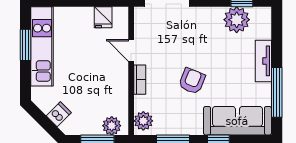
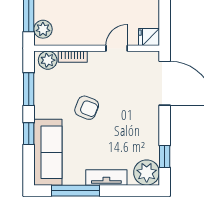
fridge: (103, 17) -> (149, 37), moved
plant: (237, 20) -> (147, 173), moved
bookcase: (140, 80) -> (73, 57), moved

